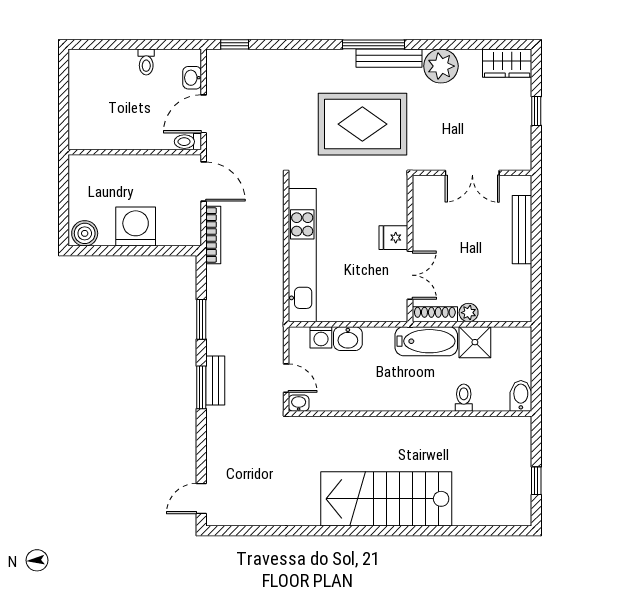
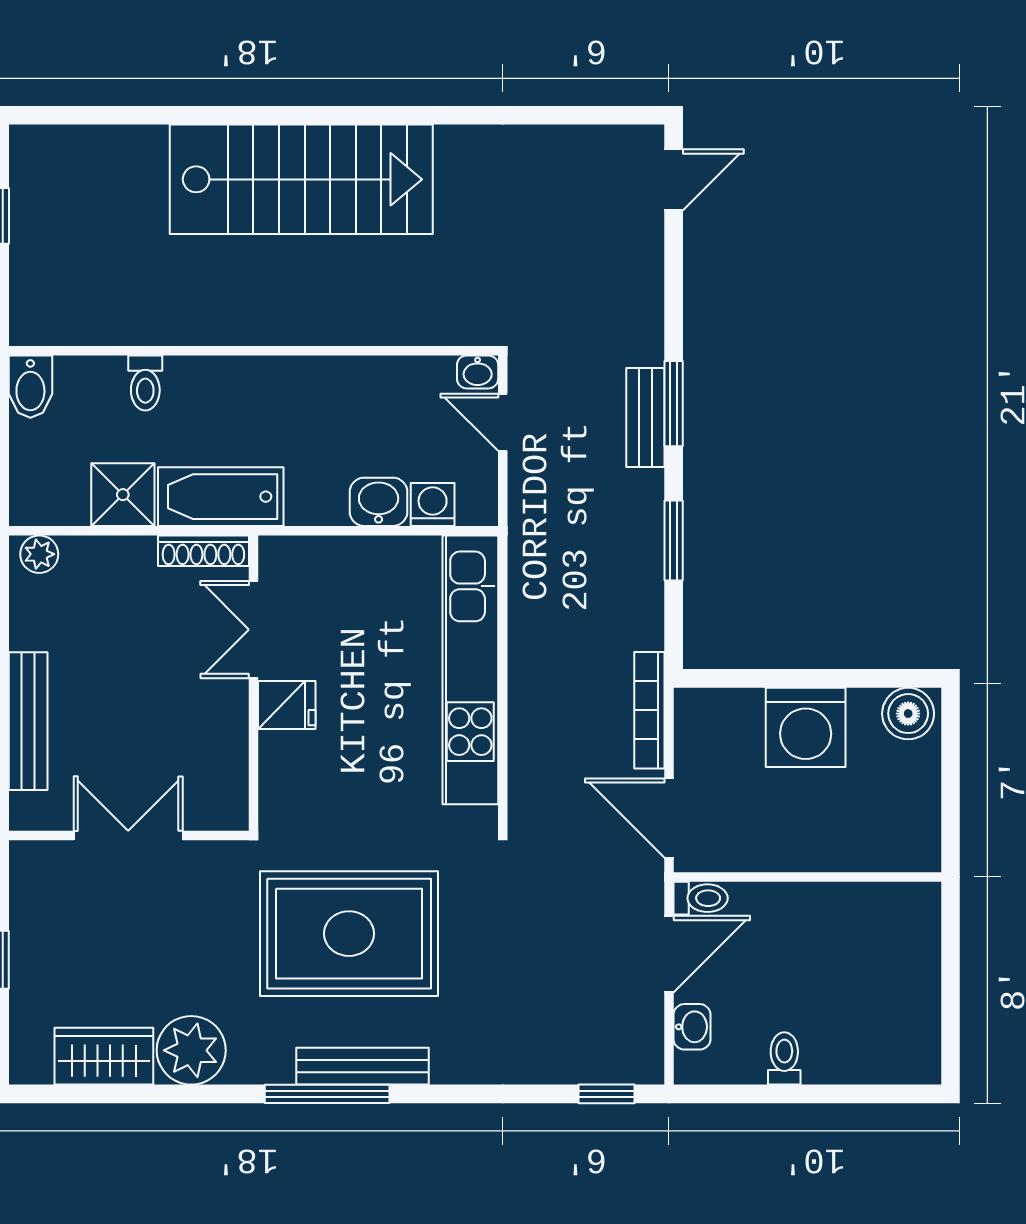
bench: (389, 58) -> (362, 1066), moved
wardrobe: (507, 63) -> (104, 1056), moved
plant: (469, 313) -> (39, 554), moved

